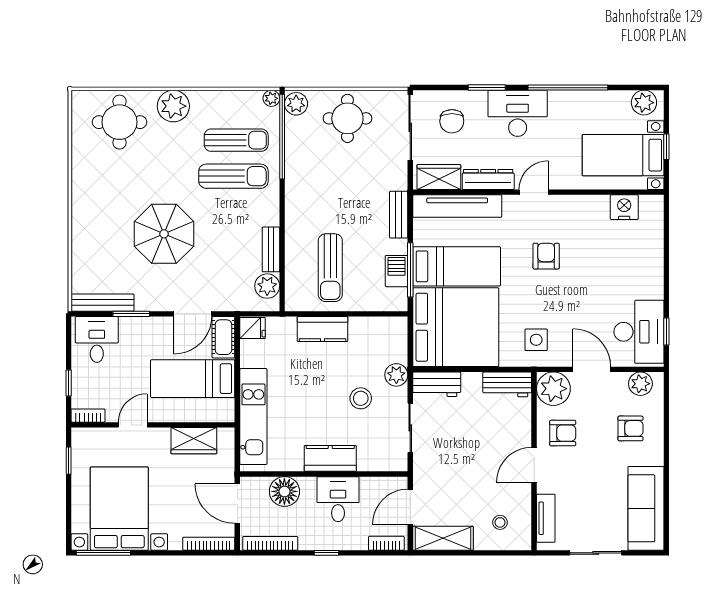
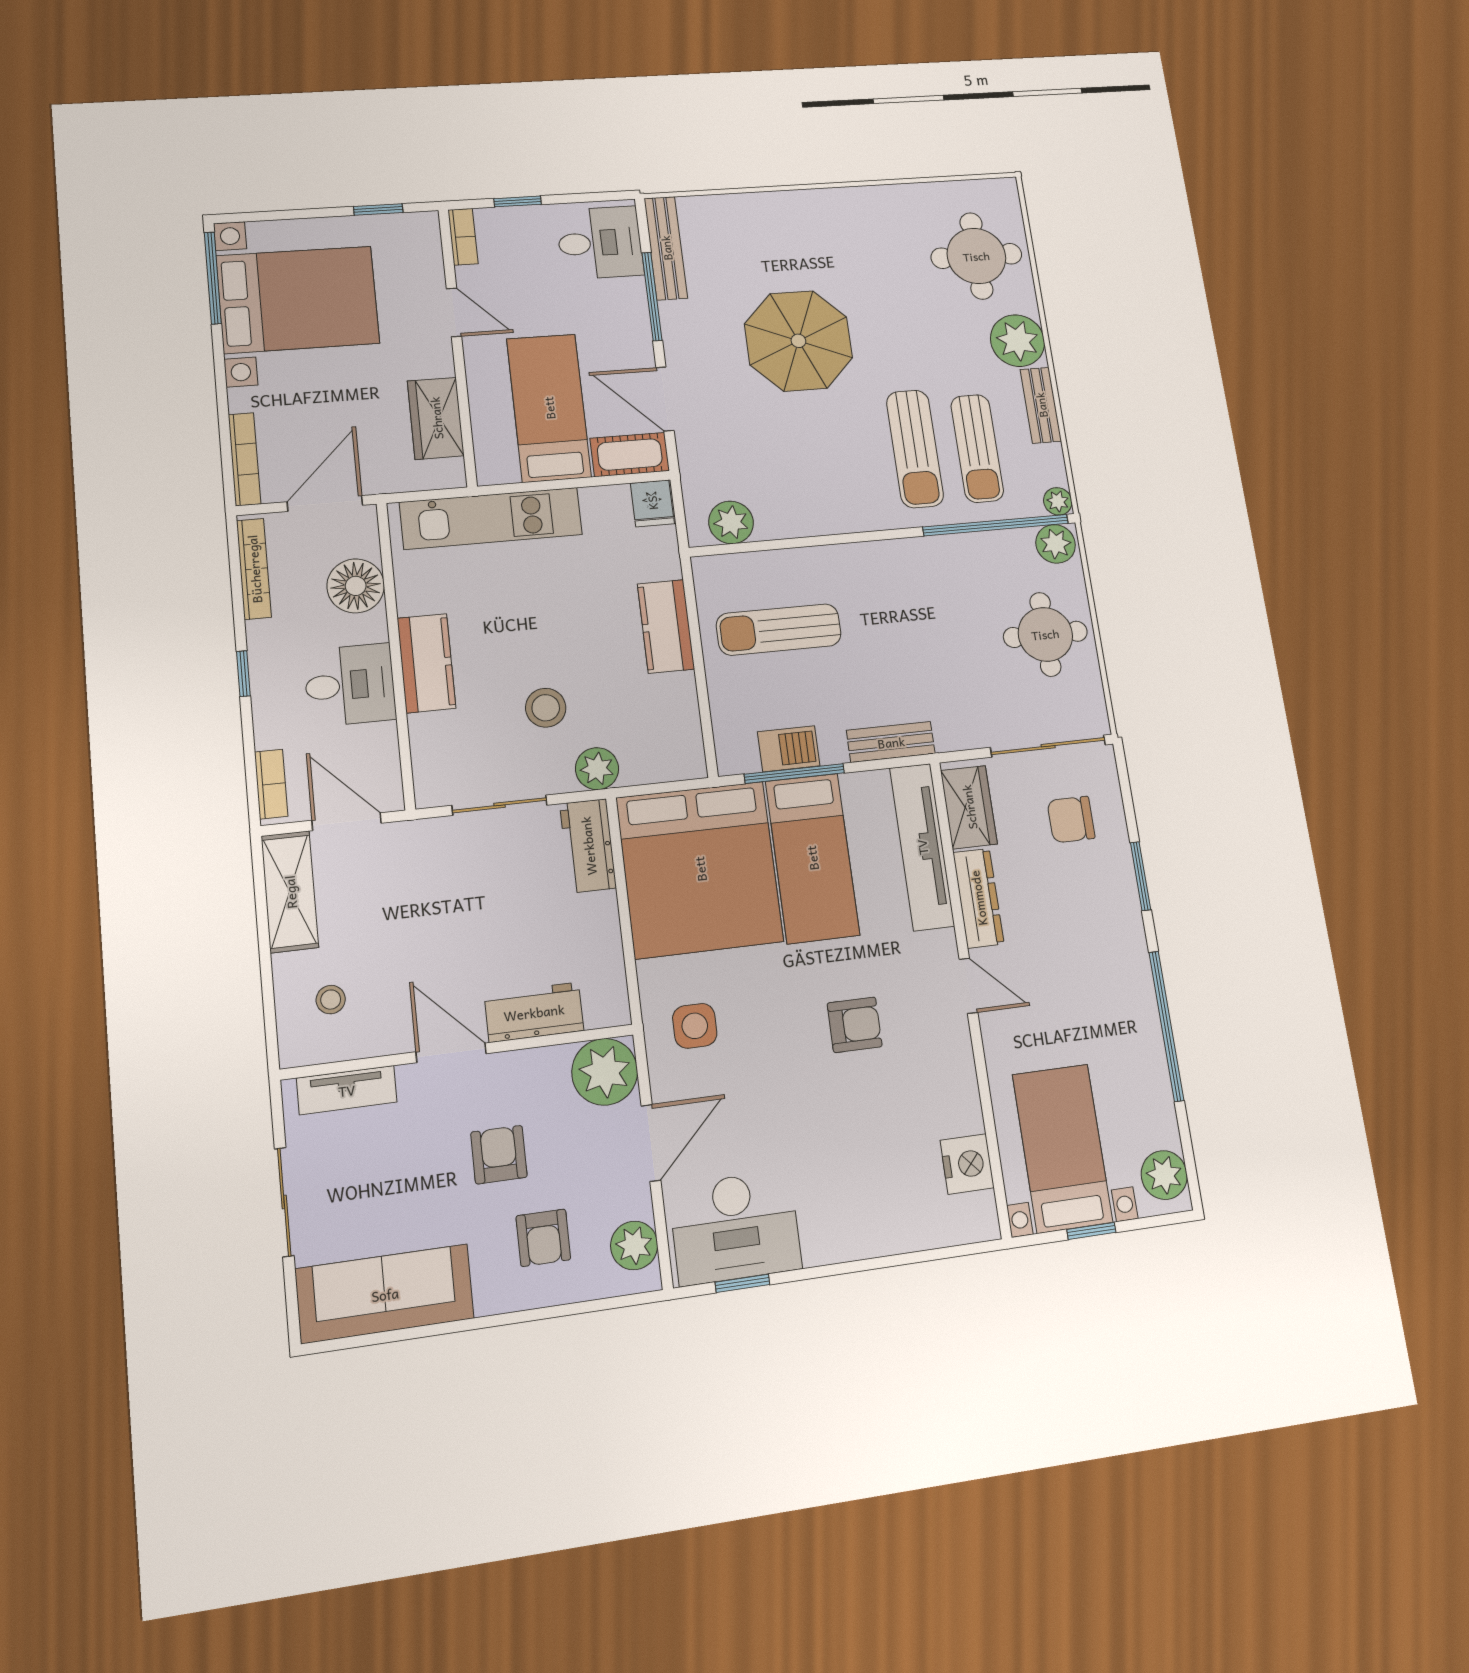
desk: (518, 113) -> (1105, 938), removed
bench: (271, 249) -> (1041, 405), moved, turned 90
window: (131, 314) -> (652, 297), width x1.44
workbench: (507, 384) -> (534, 1012), moved, turned 90
armchair: (563, 433) -> (499, 1155), moved, turned 180

